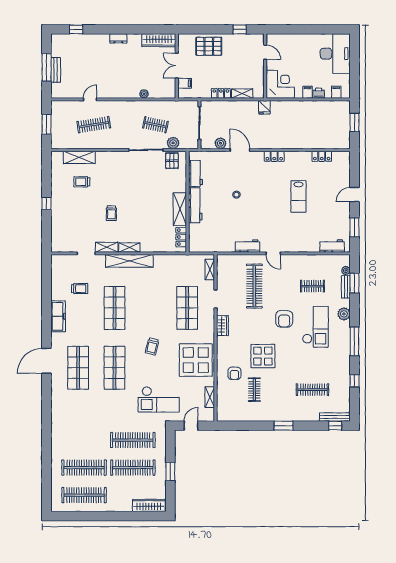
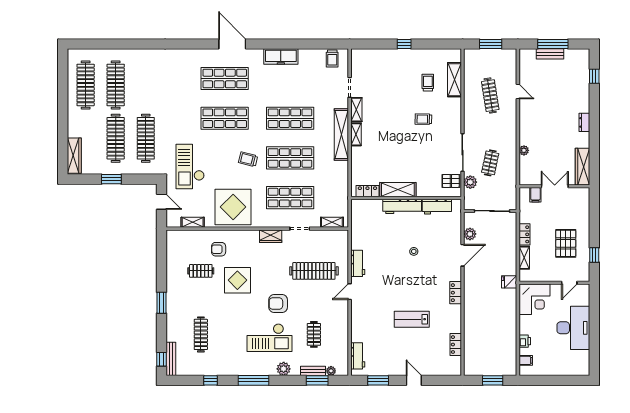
pallet: (209, 46) -> (566, 243), moved
desk: (335, 54) -> (573, 328), moved, turned -90
filing cabinet: (308, 92) -> (526, 329), removed
trolley: (111, 213) -> (423, 119), moved
trolley: (80, 288) -> (332, 58), moved
shop shelf: (151, 308) -> (290, 158), added

